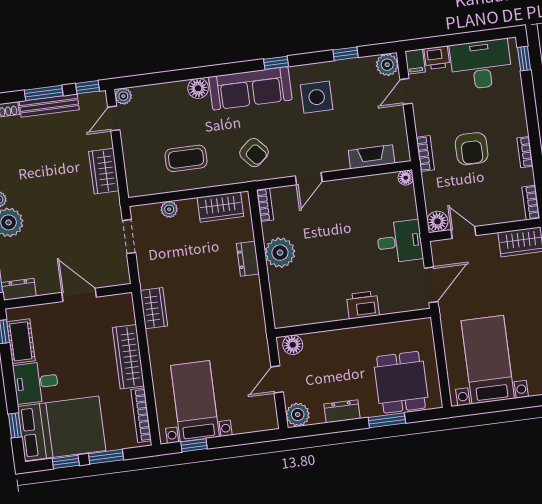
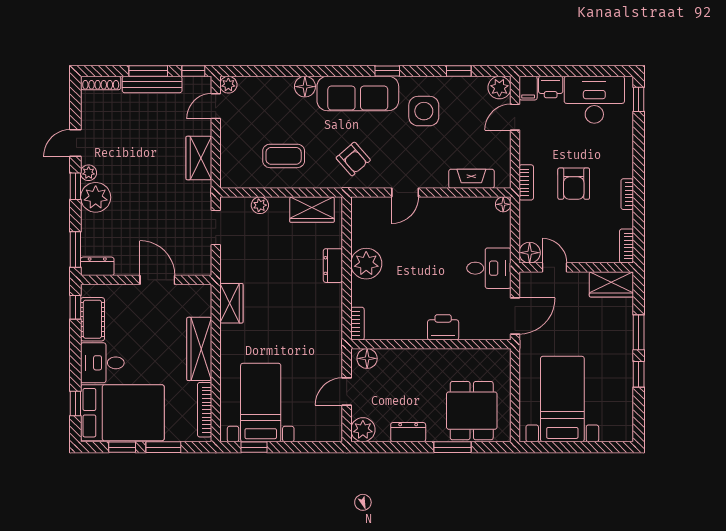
bookcase: (265, 205) -> (357, 324), moved

